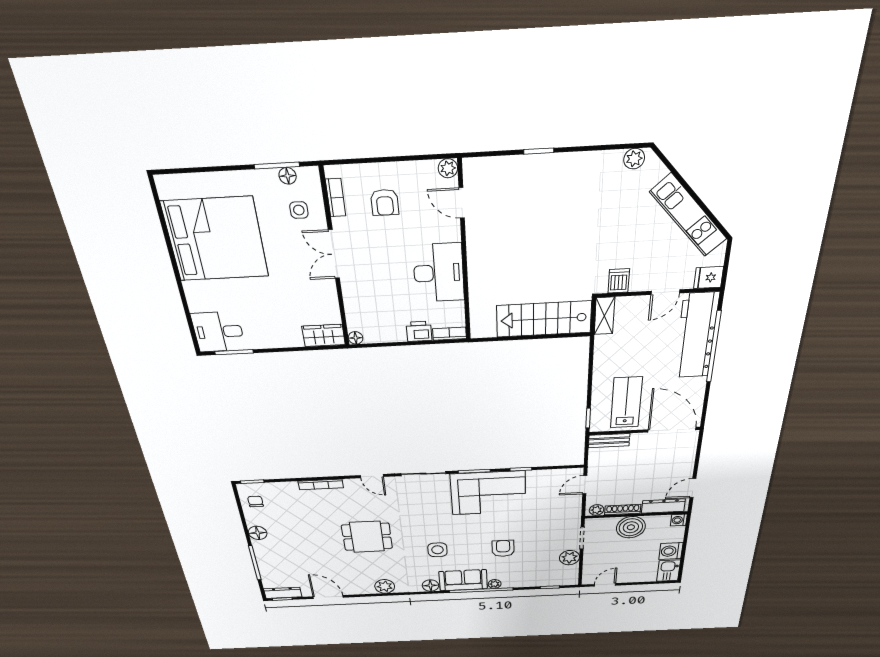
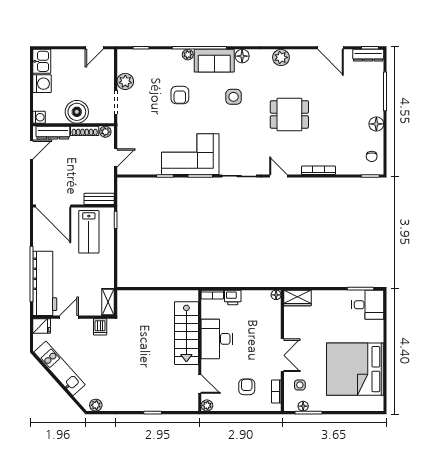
stairs: (544, 319) -> (186, 333), moved, turned 90

